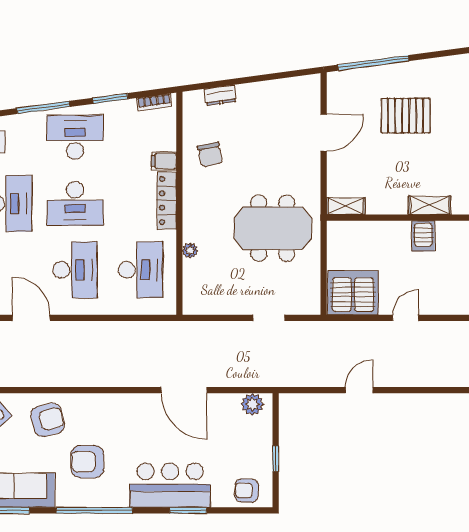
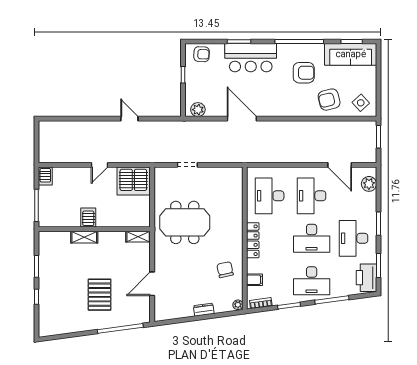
dresser: (220, 95) -> (204, 310), moved
pallet: (406, 116) -> (100, 295), turned 90
filing cabinet: (164, 161) -> (255, 280), moved
desk: (75, 204) -> (312, 238), turned 180
plant: (190, 251) -> (238, 305), moved
door: (359, 390) -> (129, 119), swing flipped

